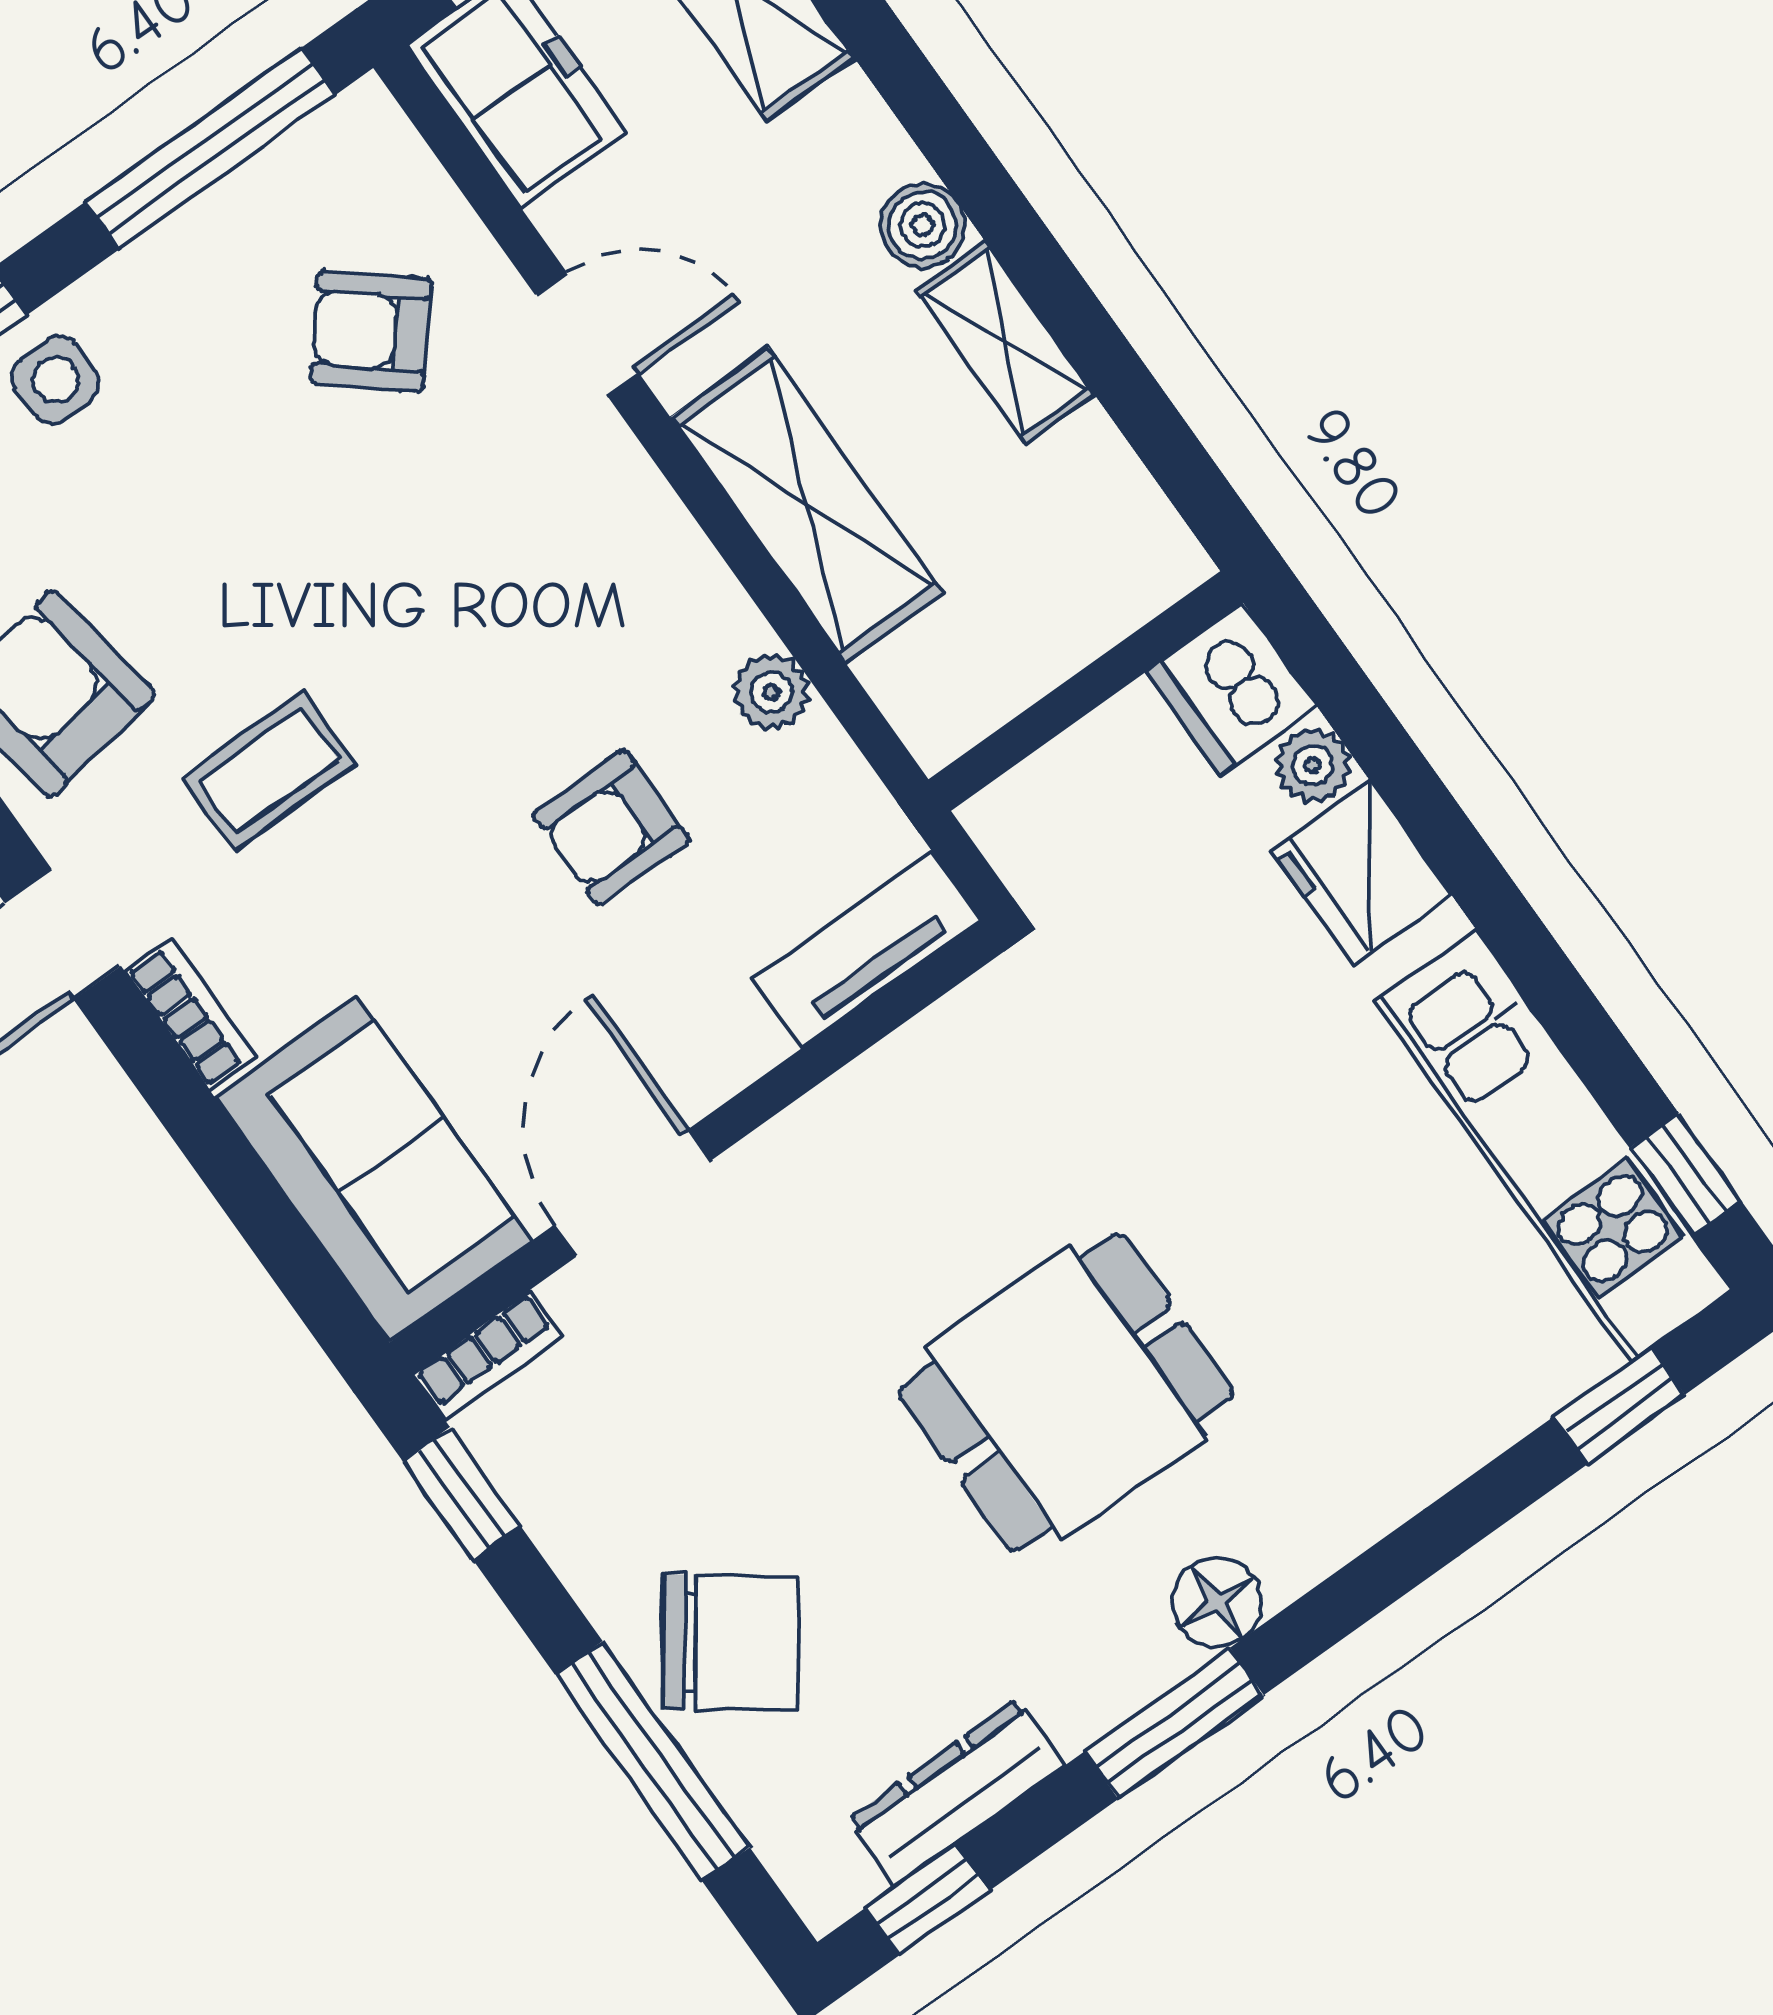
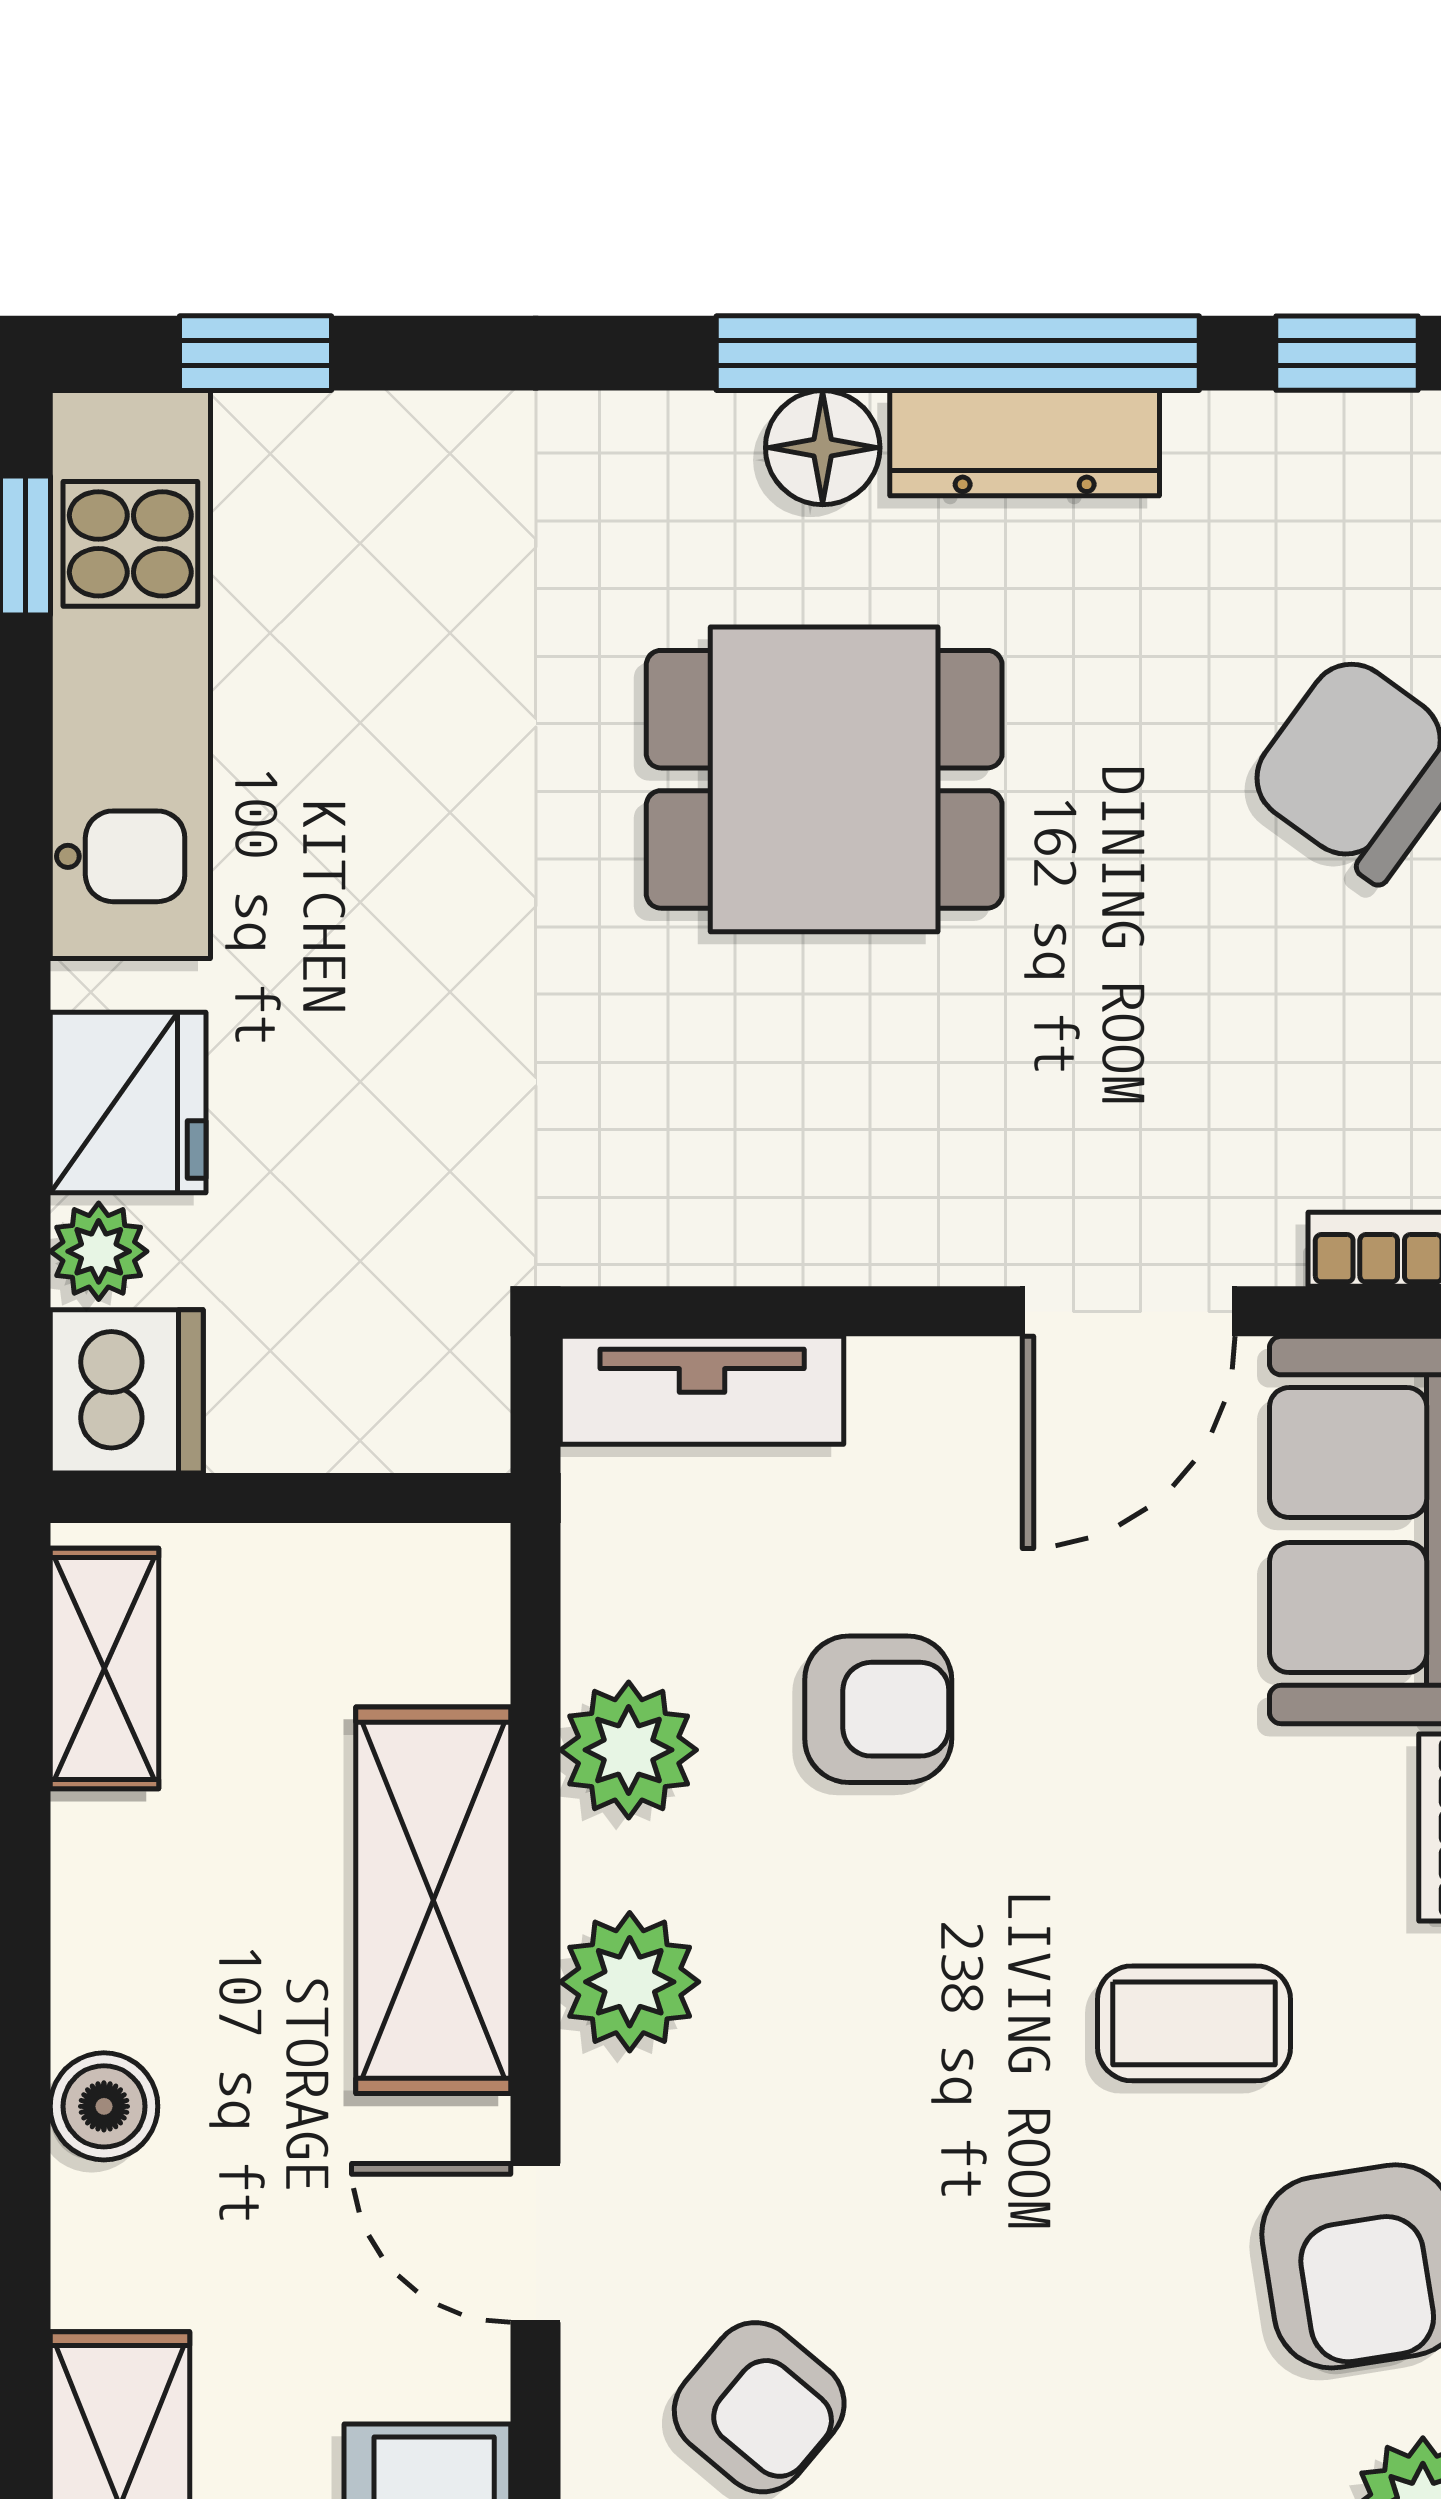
shelving: (1005, 342) -> (104, 1669), moved
plant: (645, 542) -> (630, 1982), added
plant: (771, 692) -> (629, 1750), width x1.38, depth x1.38
window: (1174, 1723) -> (958, 353), width x2.11
dresser: (956, 1793) -> (1025, 443), moved

